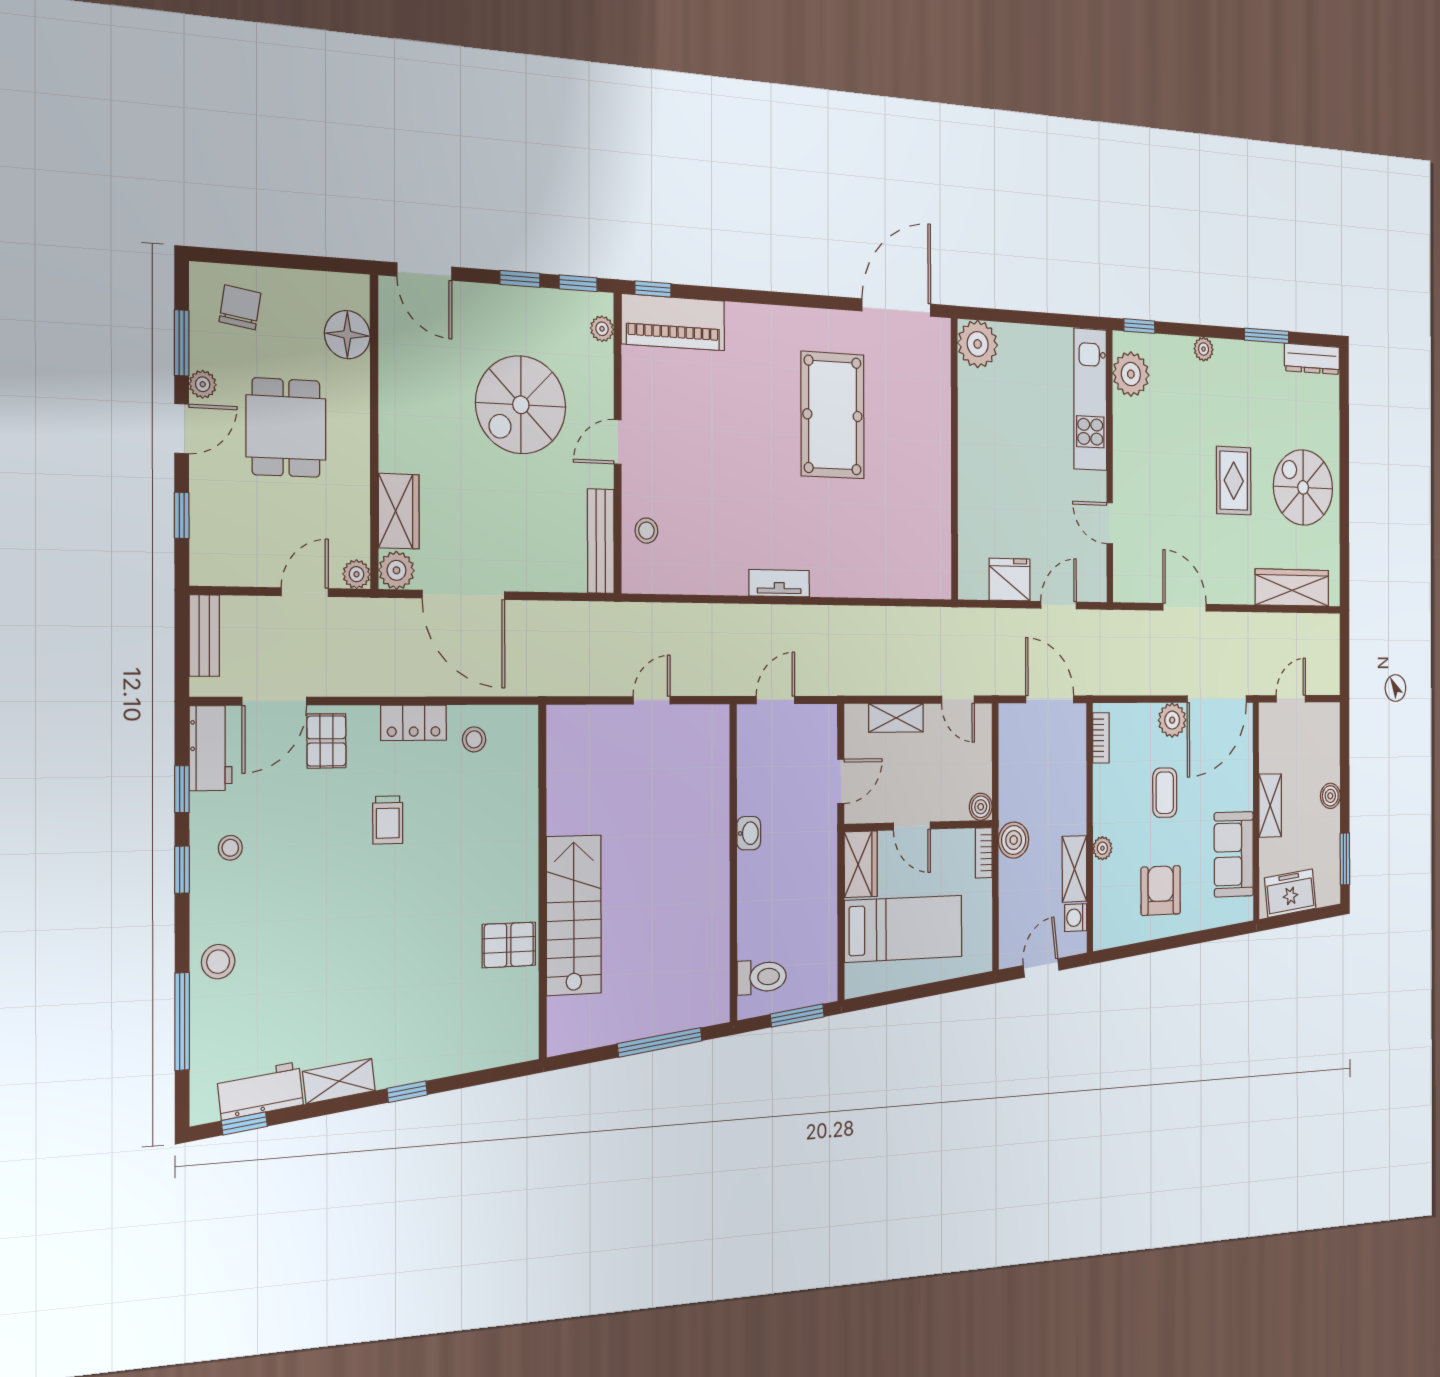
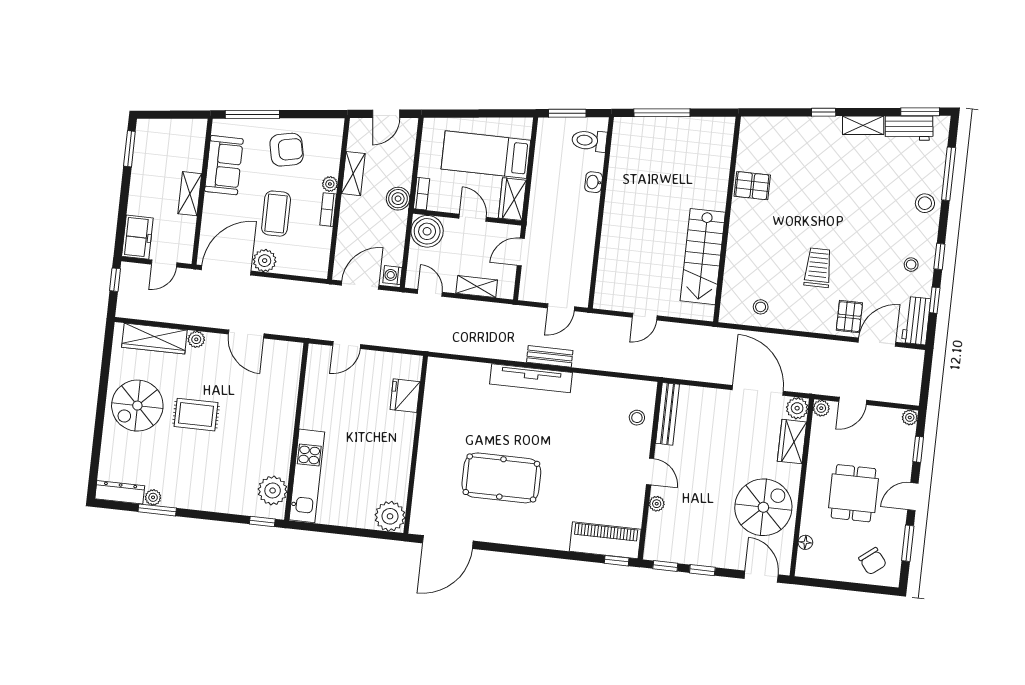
chair: (240, 307) -> (873, 561), turned -47
plant: (602, 329) -> (657, 504), moved
floor lamp: (347, 335) -> (805, 542), width x0.53, depth x0.53
plant: (1204, 349) -> (153, 497), moved
plant: (203, 384) -> (910, 417), moved
spiral stairs: (521, 405) -> (763, 507), moved
pool table: (833, 415) -> (501, 478), turned 90
door: (618, 442) -> (650, 471), hinge flipped
rug: (1234, 481) -> (196, 415), turned 90
spiral stairs: (1303, 487) -> (137, 406), turned 90
door: (1110, 523) -> (300, 394), removed
fridge: (1010, 580) -> (405, 396), moved, turned 90
tv unit: (779, 583) -> (531, 378), width x1.92, depth x1.29
plant: (1243, 592) -> (196, 339), added
bench: (204, 636) -> (550, 356), moved, turned 90
window: (1345, 667) -> (115, 280), added
door: (1050, 699) -> (360, 285), swing flipped
locker: (414, 723) -> (796, 321), removed
bookcase: (1101, 738) -> (328, 210), moved
coffee table: (1165, 793) -> (276, 214), width x1.36, depth x1.30
boiler: (1330, 796) -> (137, 194), removed
boiler: (981, 807) -> (427, 231), width x1.86, depth x1.86
trolley: (388, 820) -> (818, 268), width x1.36, depth x1.39
washbasin: (749, 833) -> (594, 182), moved
armchair: (1161, 891) -> (287, 150), turned -102
freezer: (1290, 893) -> (137, 237), moved, turned -83
stairs: (574, 915) -> (703, 257), moved
washing machine: (1076, 918) -> (392, 275), moved, turned 180
window: (1207, 936) -> (252, 114), added
window: (244, 1123) -> (920, 112), width x1.50

